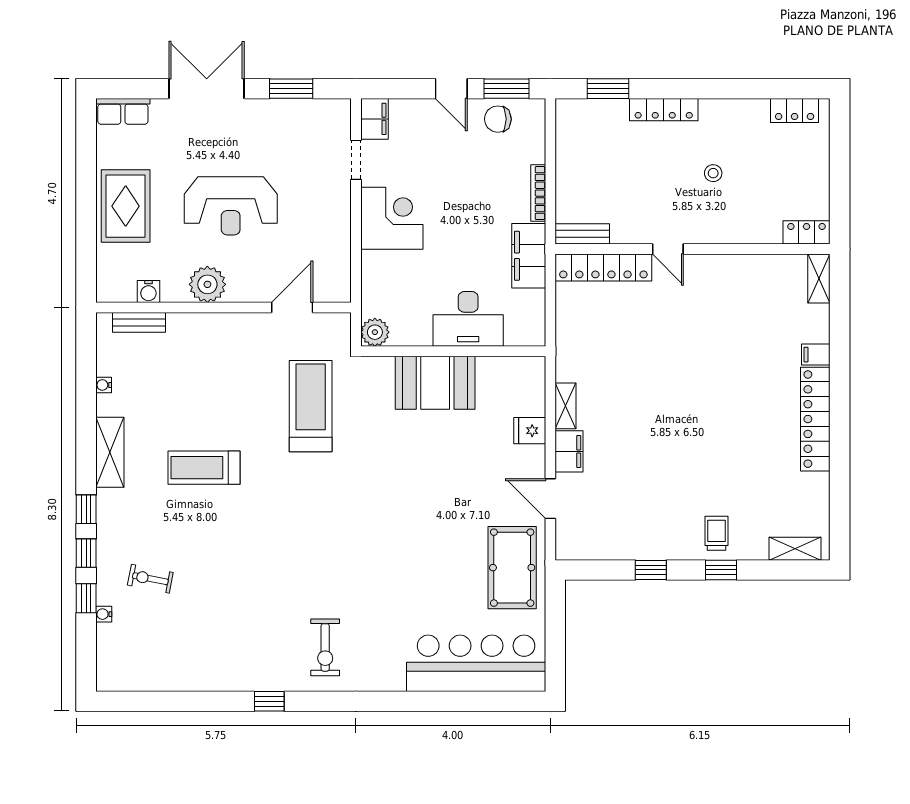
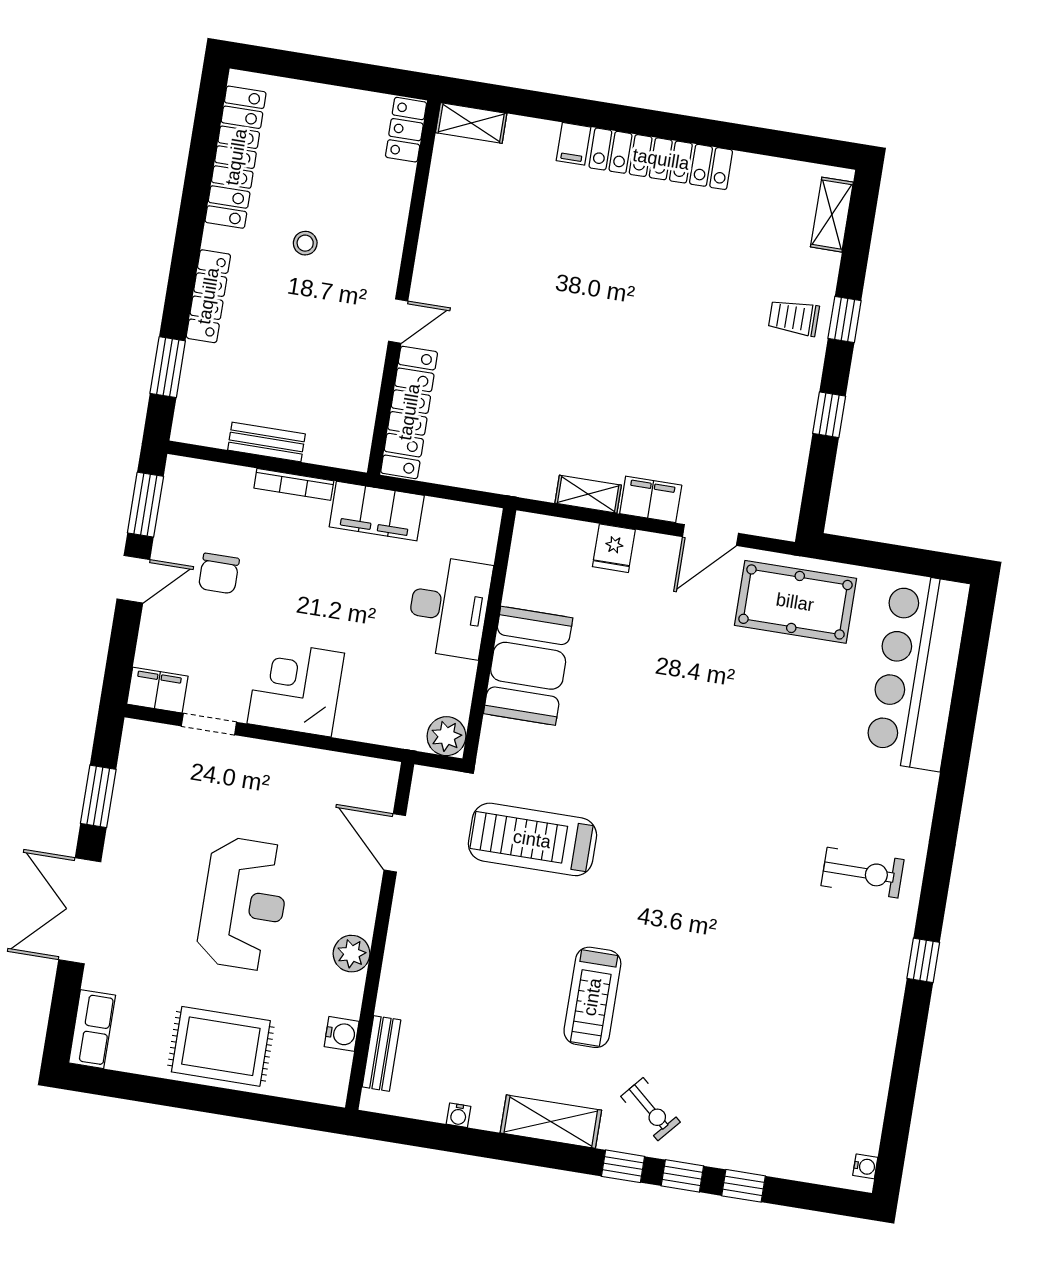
locker: (795, 110) -> (236, 157), width x2.16, depth x1.21
chair: (498, 119) -> (219, 574), moved
bench: (582, 234) -> (266, 442), moved, turned 90
plant: (207, 284) -> (352, 954), width x0.73, depth x0.73
exercise bike: (150, 579) -> (651, 1109), moved, turned -60
water cooler: (104, 614) -> (865, 1166), moved, turned -90

